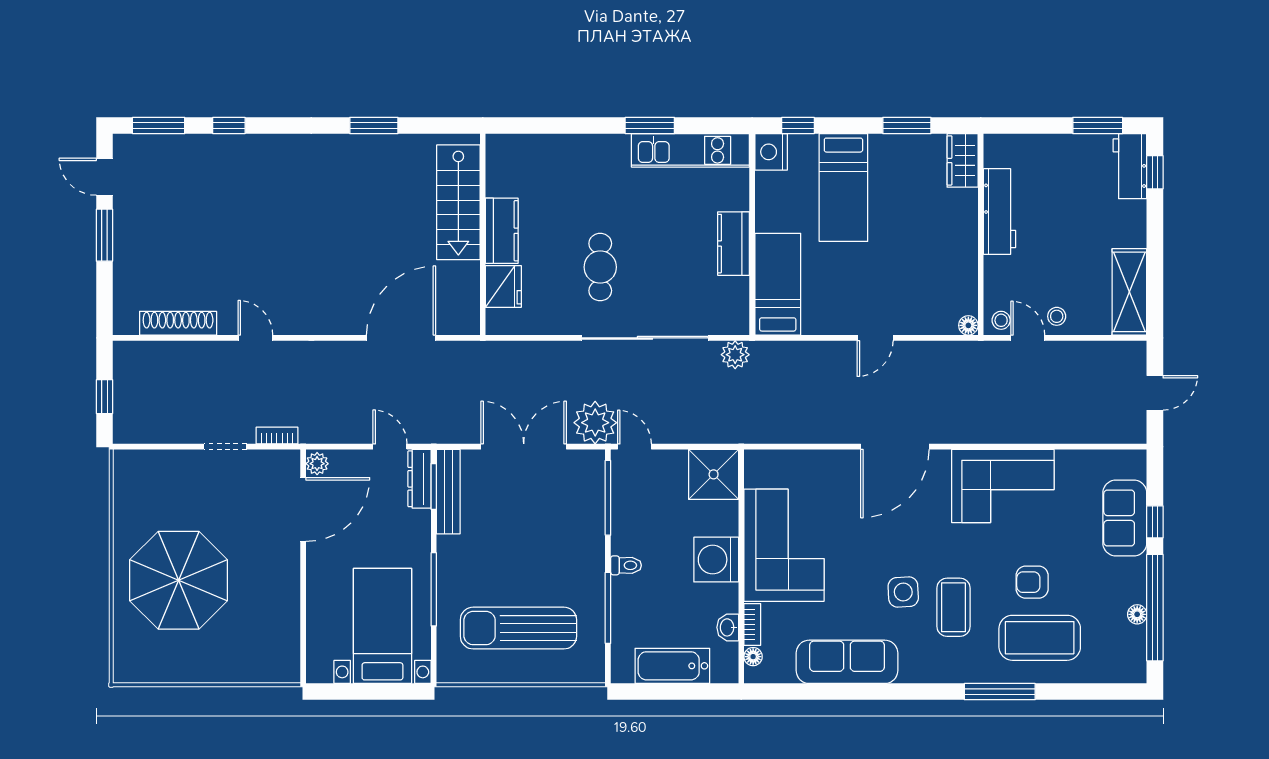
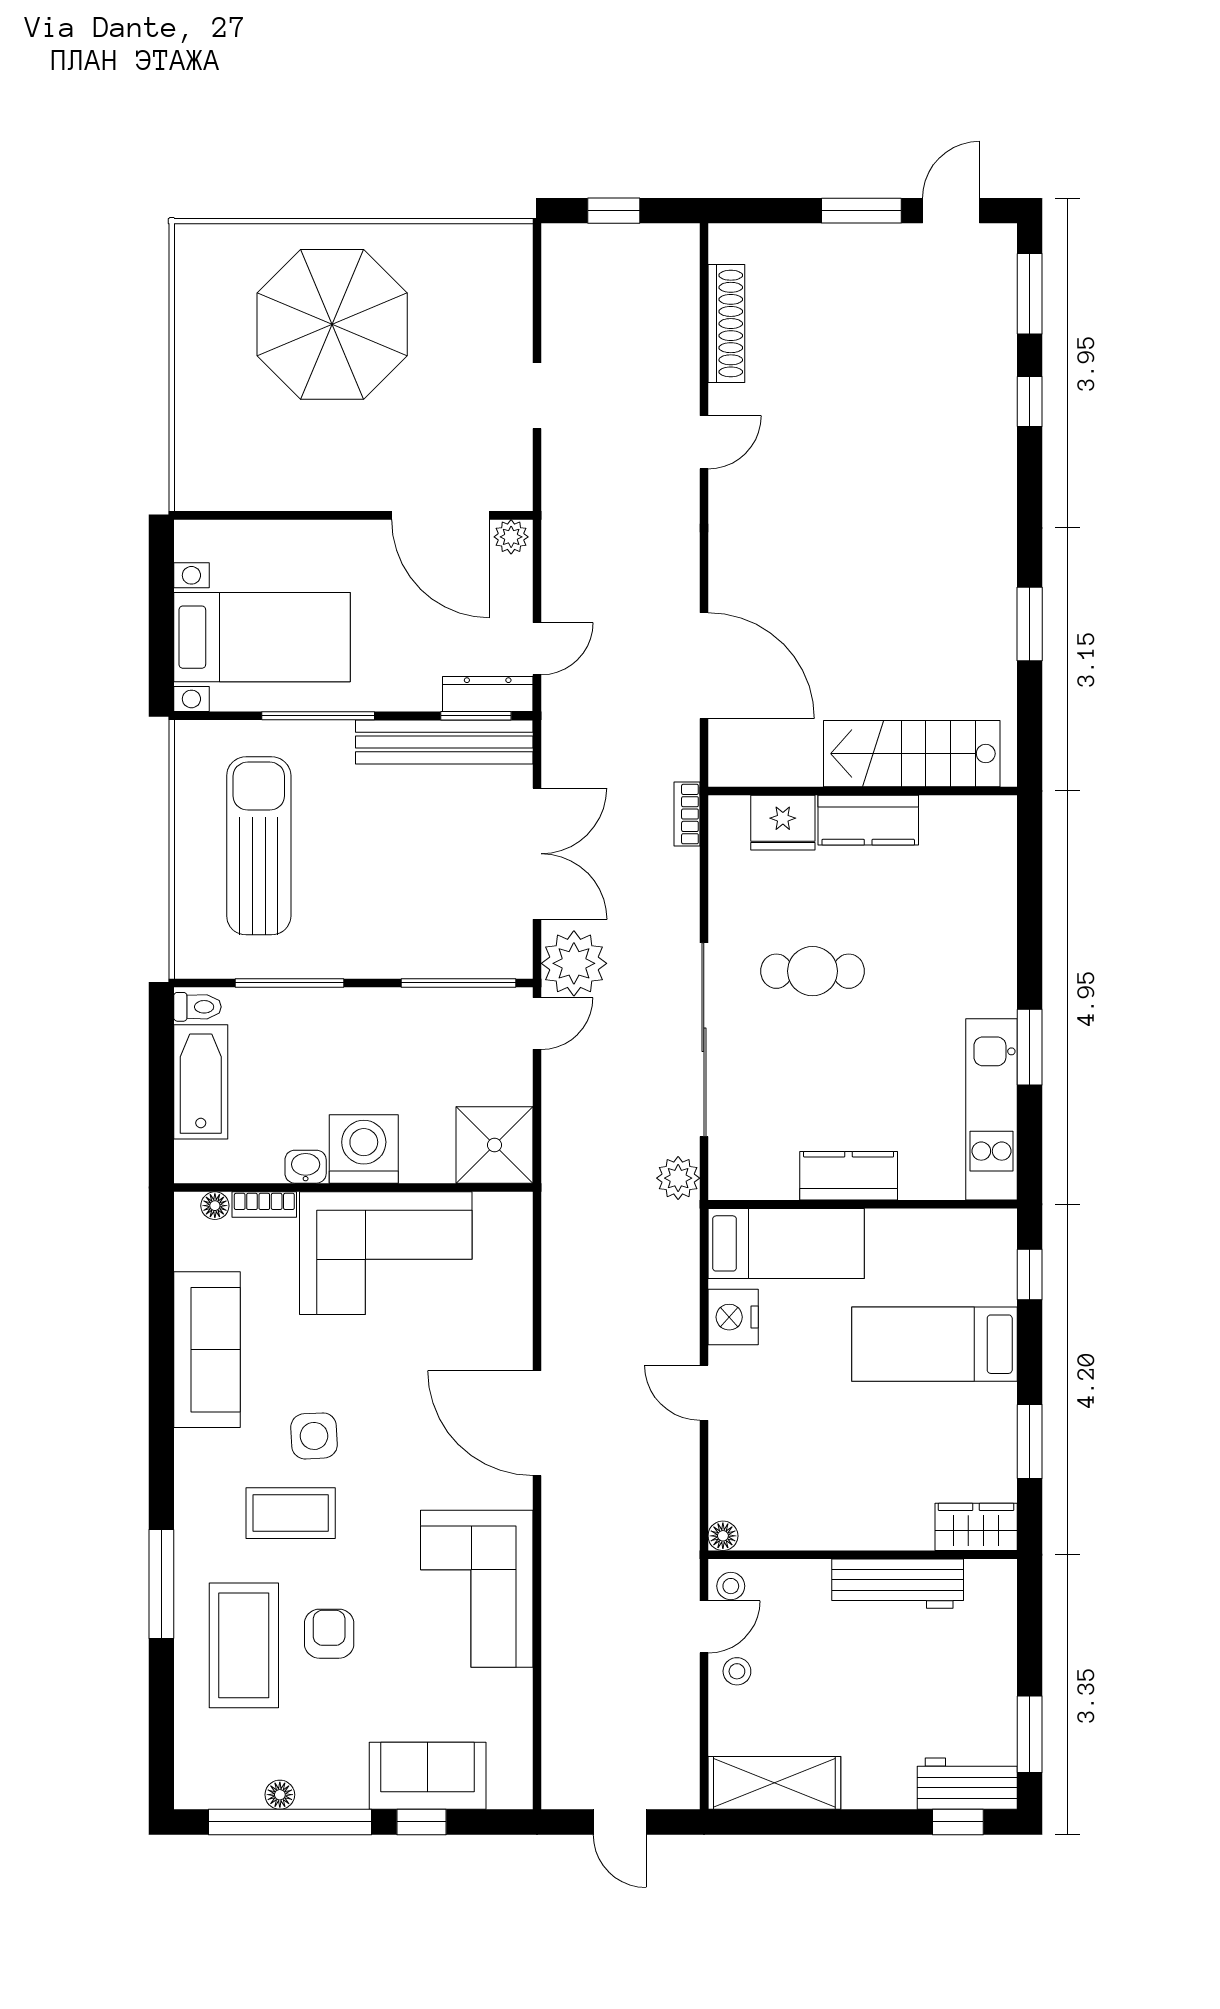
nightstand: (771, 152) -> (733, 1317), moved, turned -90
bookcase: (277, 436) -> (687, 814), moved, turned 180
bench: (448, 492) -> (444, 742), width x1.37, depth x1.21
toilet: (626, 565) -> (197, 1007), moved, turned -90
washbasin: (728, 627) -> (306, 1167), moved

